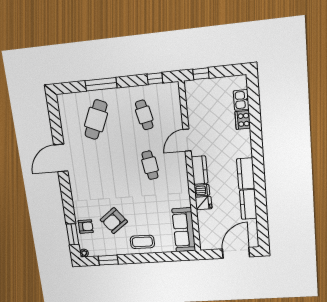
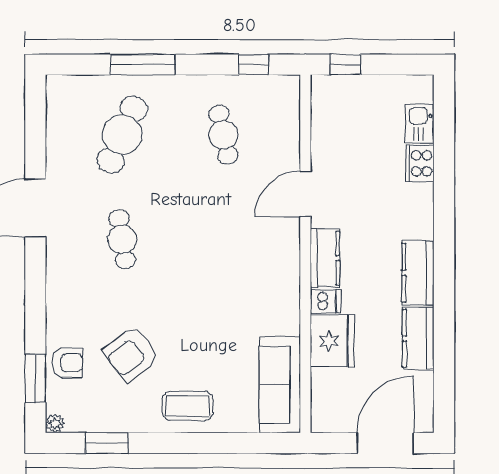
cafe table: (150, 165) -> (122, 239), moved
fridge: (204, 203) -> (332, 341), width x1.88, depth x1.34

